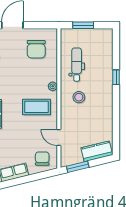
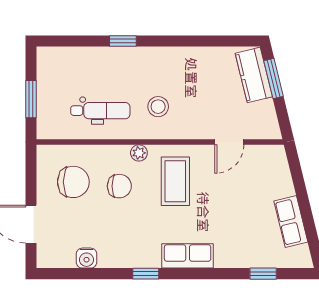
dental chair: (77, 65) -> (100, 111), turned 180
chair: (42, 159) -> (119, 186), moved, turned 180
window: (78, 167) -> (273, 79), moved

